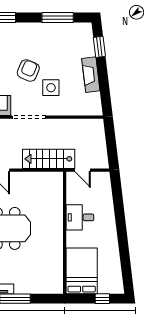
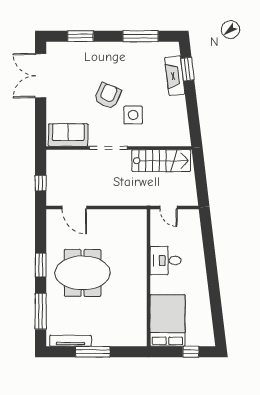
fireplace: (91, 75) -> (175, 76), moved
stairs: (49, 159) -> (161, 161), moved, turned 180

